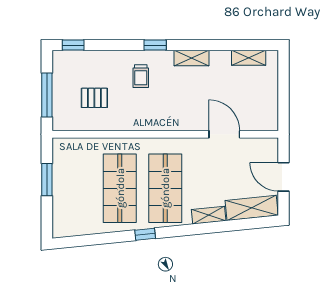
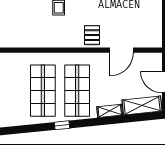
pallet: (94, 98) -> (92, 35), moved, turned 90
door: (224, 134) -> (121, 50), swing flipped

